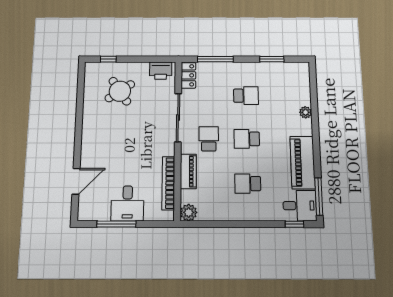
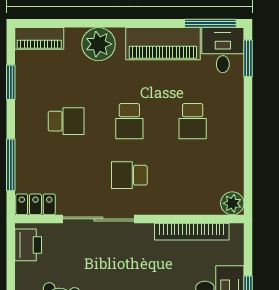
school desk: (246, 96) -> (66, 121), turned 90
plant: (306, 112) -> (99, 44), width x1.87, depth x1.87
piano: (188, 171) -> (39, 38), moved, turned 180
window: (294, 224) -> (248, 58), width x1.50

